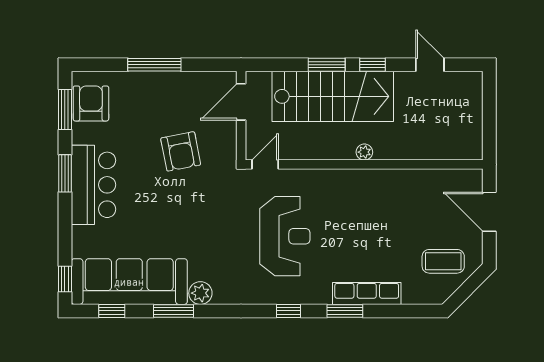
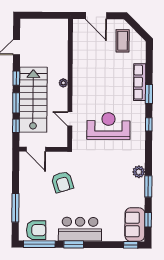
window: (154, 65) -> (15, 208), moved
window: (284, 65) -> (16, 126), added
armchair: (91, 103) -> (36, 230), turned 180
window: (65, 110) -> (39, 244), width x1.44
armchair: (181, 151) -> (62, 182), turned 84
door: (265, 164) -> (70, 119), moved
door: (489, 212) -> (96, 16), hinge flipped
sofa: (129, 282) -> (135, 225), width x0.54, depth x0.79

